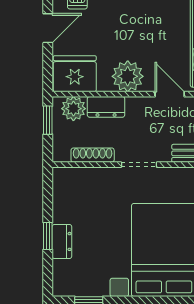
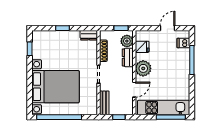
door: (48, 28) -> (167, 28), swing flipped
fridge: (75, 74) -> (142, 47), width x0.53, depth x0.75
dresser: (62, 241) -> (89, 35), moved

